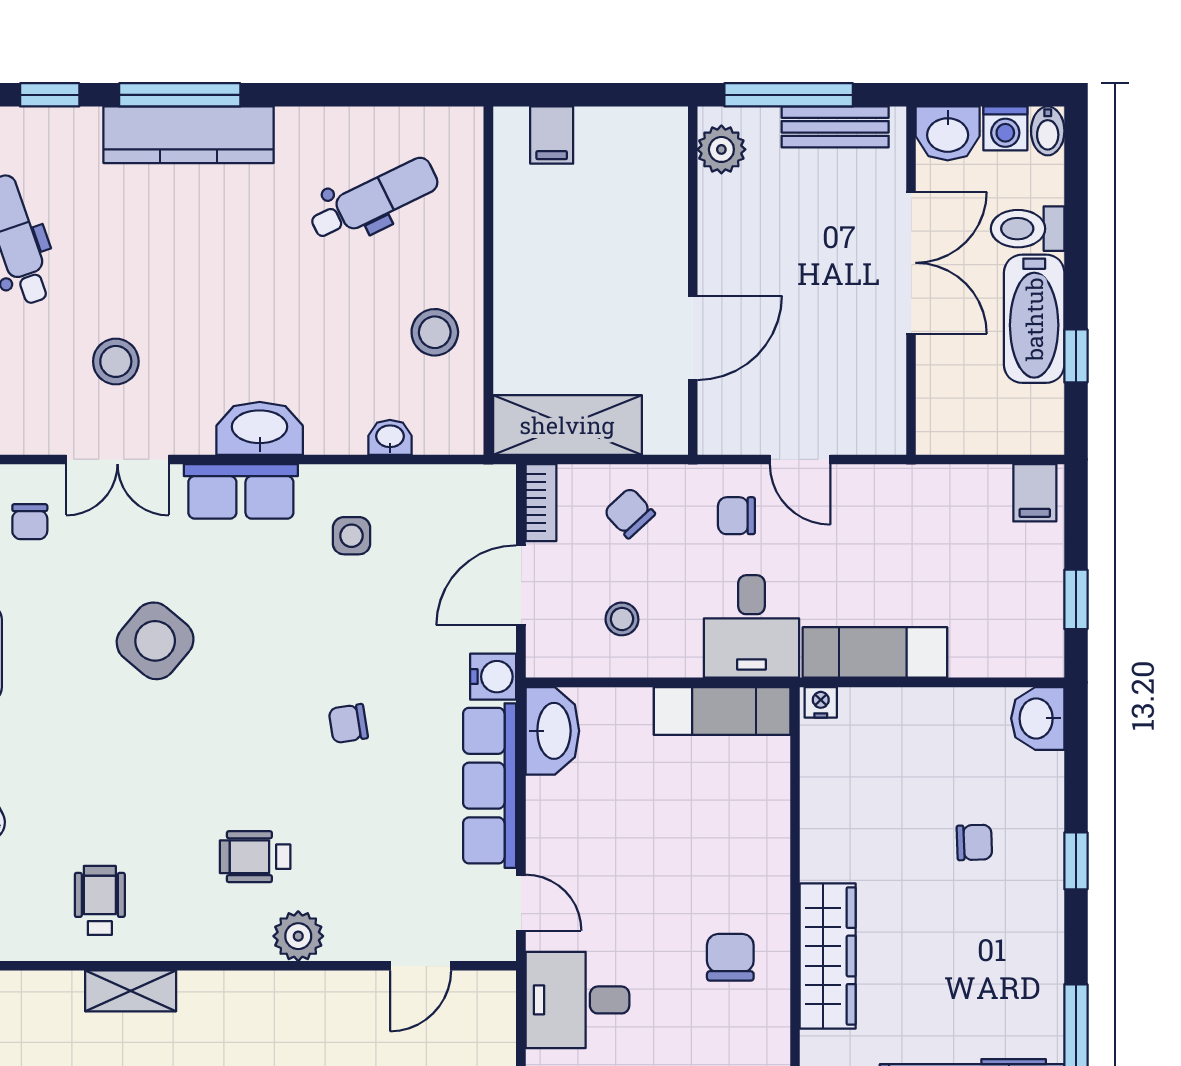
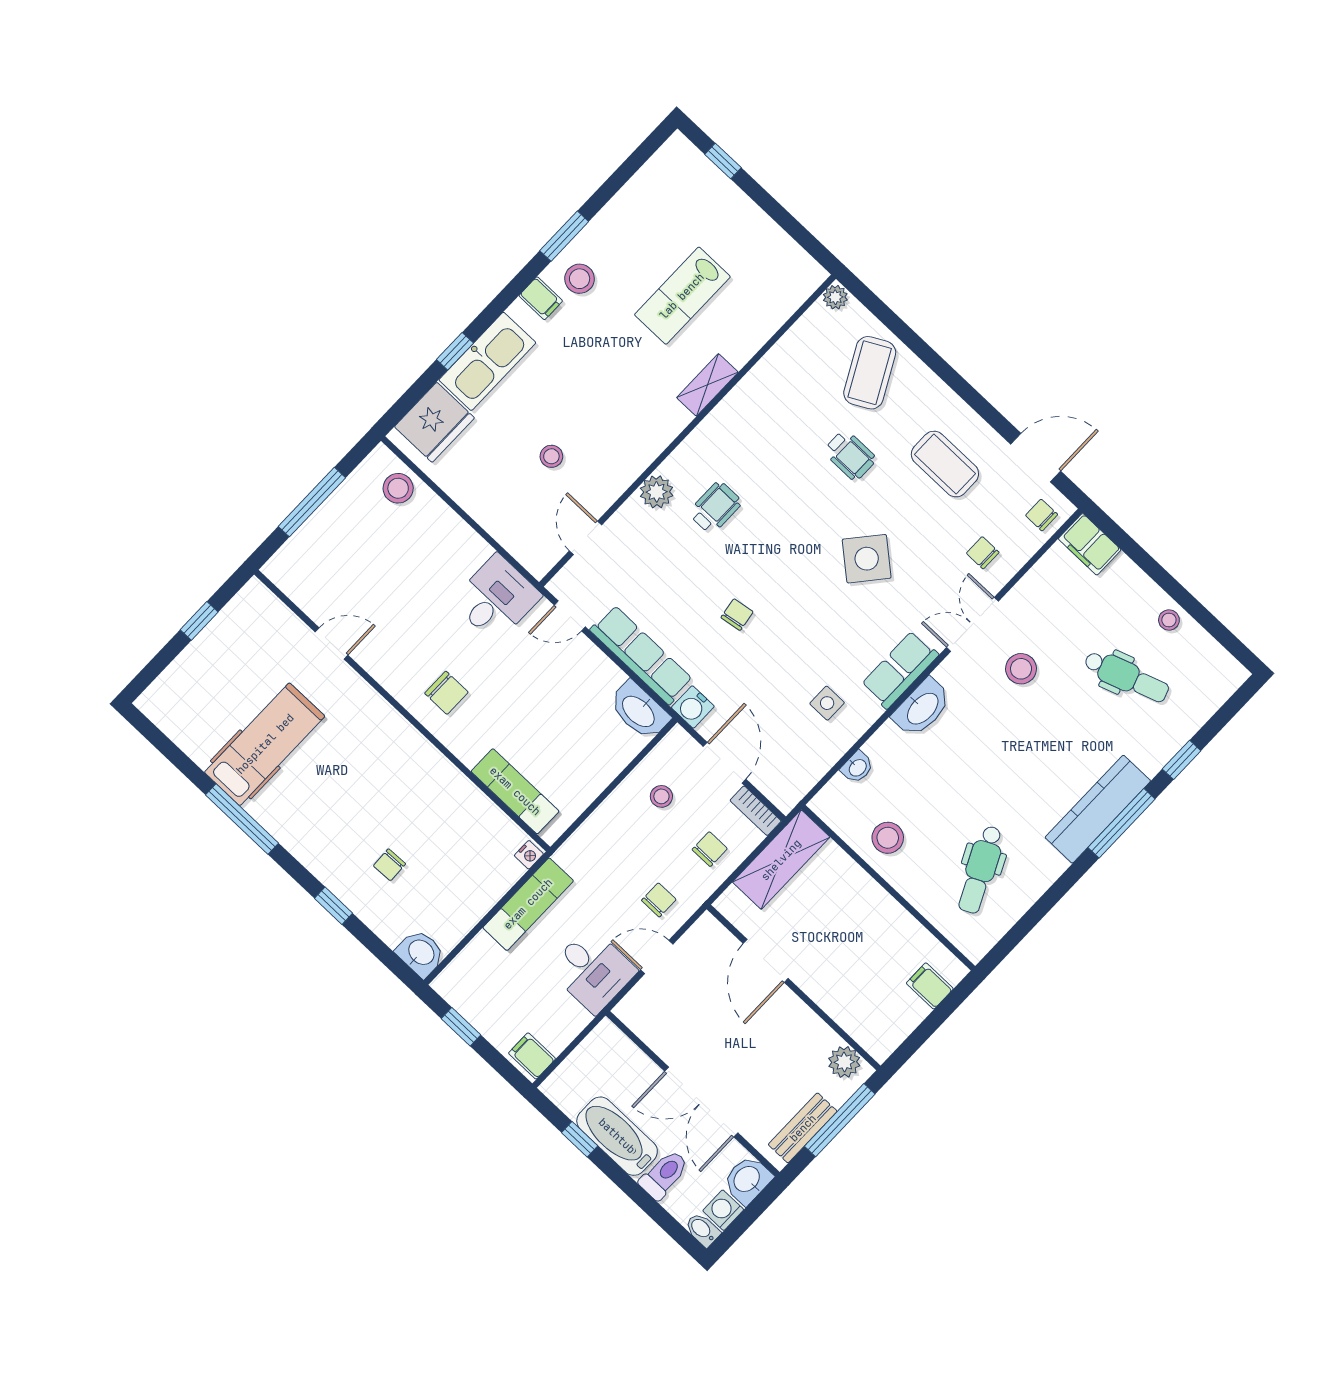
chair: (629, 513) -> (710, 849), turned -47
desk: (752, 626) -> (593, 970), moved, turned 180
exam couch: (722, 711) -> (515, 791), moved, turned 90
wheelchair: (100, 900) -> (850, 455), moved
wardrobe: (828, 956) -> (402, 741), removed

